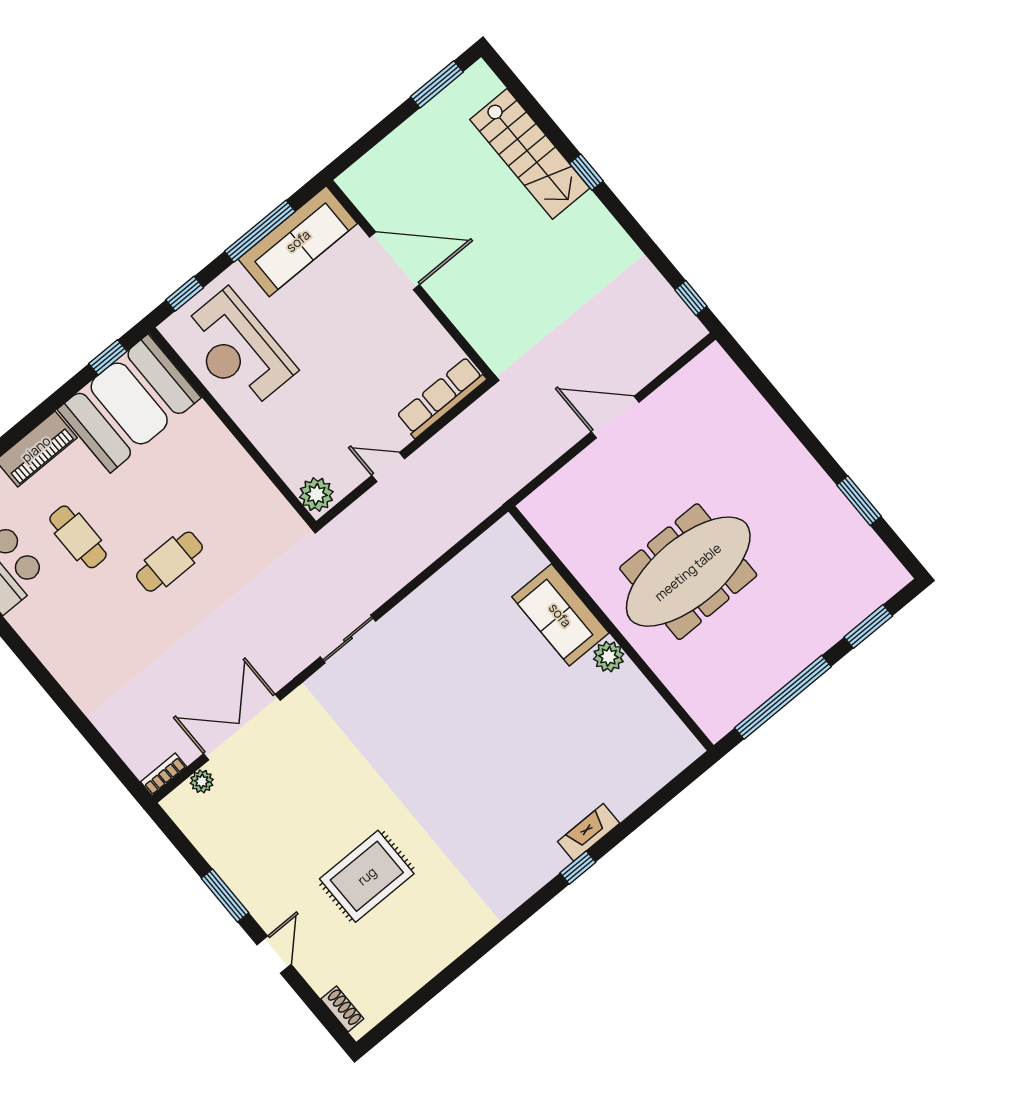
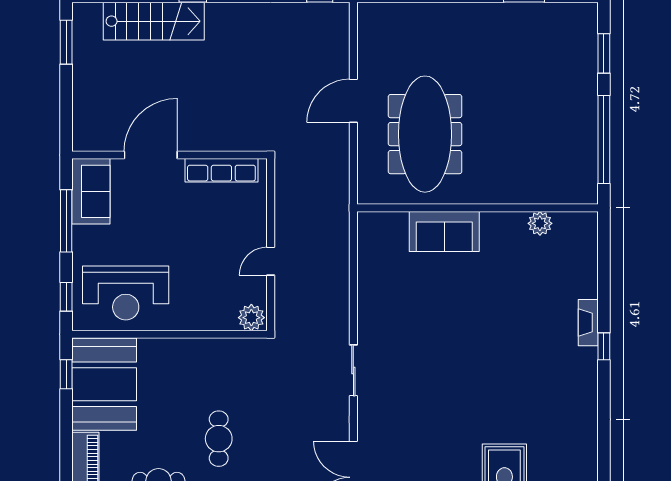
sofa: (298, 241) -> (91, 191), width x0.73
row of seats: (441, 398) -> (221, 170), moved, turned -90
meeting table: (688, 572) -> (425, 134), moved
plant: (609, 657) -> (540, 223), moved

